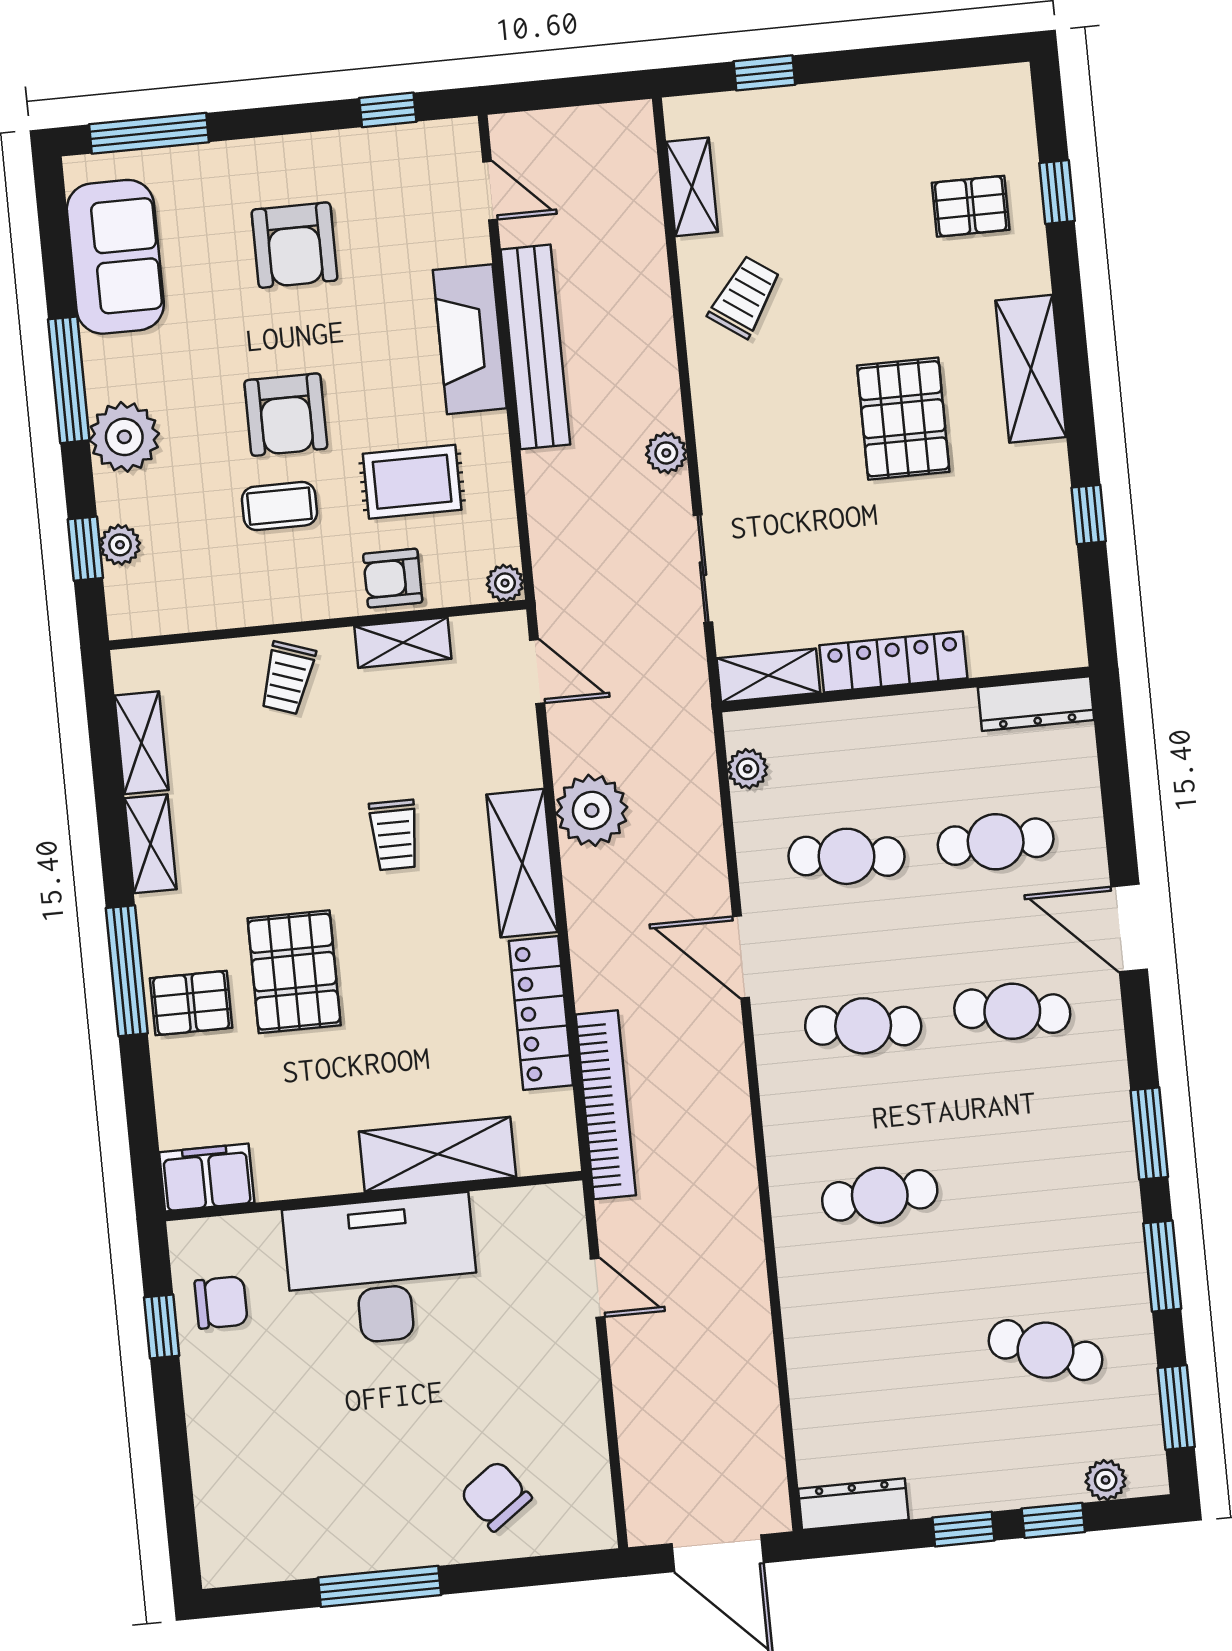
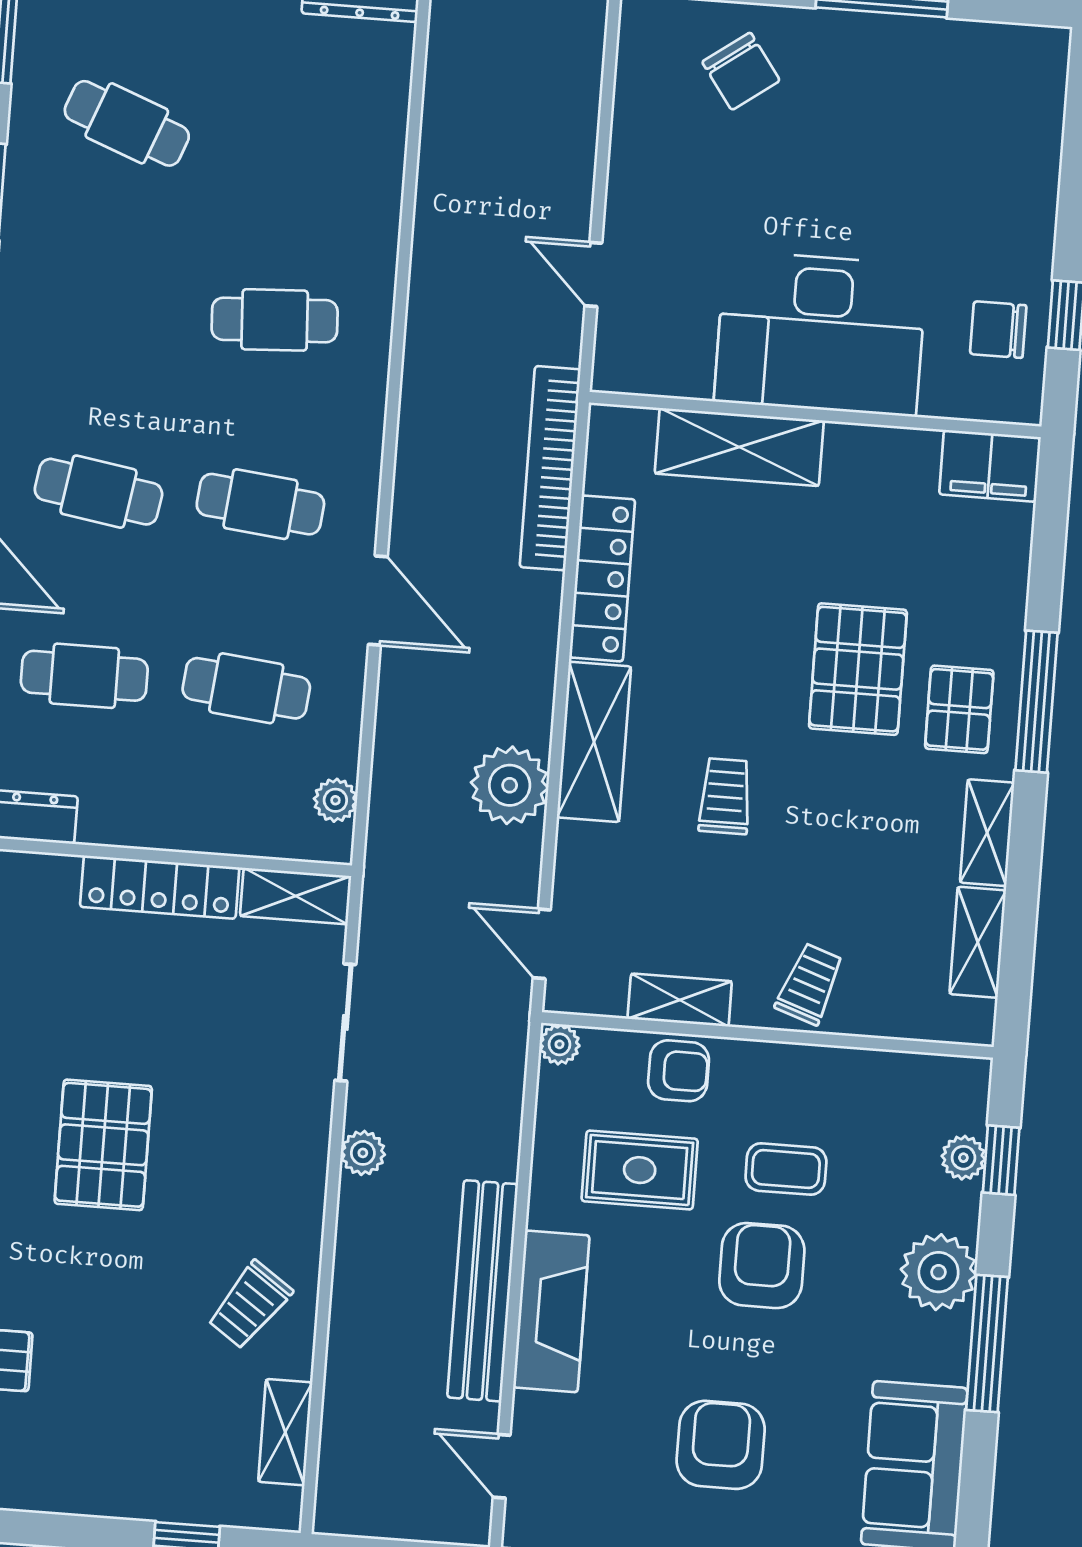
pallet: (191, 1003) -> (959, 709), moved, turned 90

